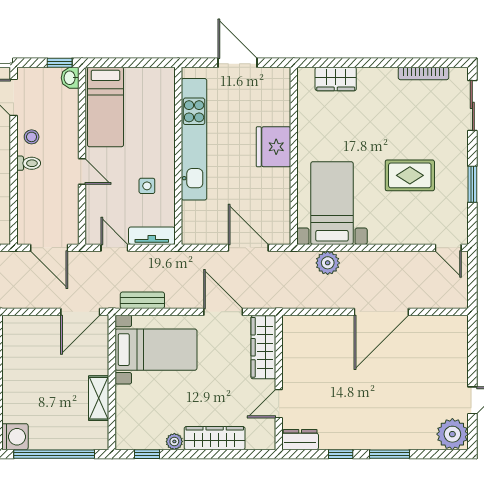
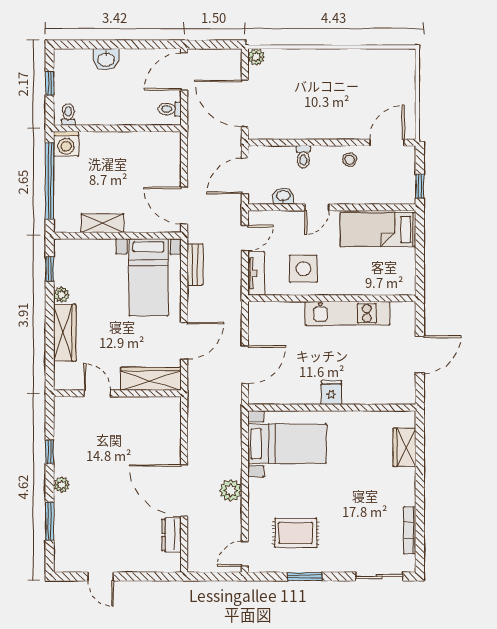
washbasin: (70, 78) -> (283, 196), moved
kitchen unit: (194, 139) -> (347, 313), width x0.73
fridge: (273, 147) -> (331, 392), width x0.53, depth x0.75
toilet: (29, 163) -> (303, 157), moved
rug: (410, 175) -> (296, 533), moved, turned 90
side table: (147, 186) -> (303, 269), width x1.87, depth x1.87
plant: (328, 263) -> (231, 490), moved
plant: (452, 434) -> (62, 485), moved, width x0.53, depth x0.53
dresser: (300, 440) -> (171, 535), moved, turned 180
window: (390, 454) -> (50, 521), moved

